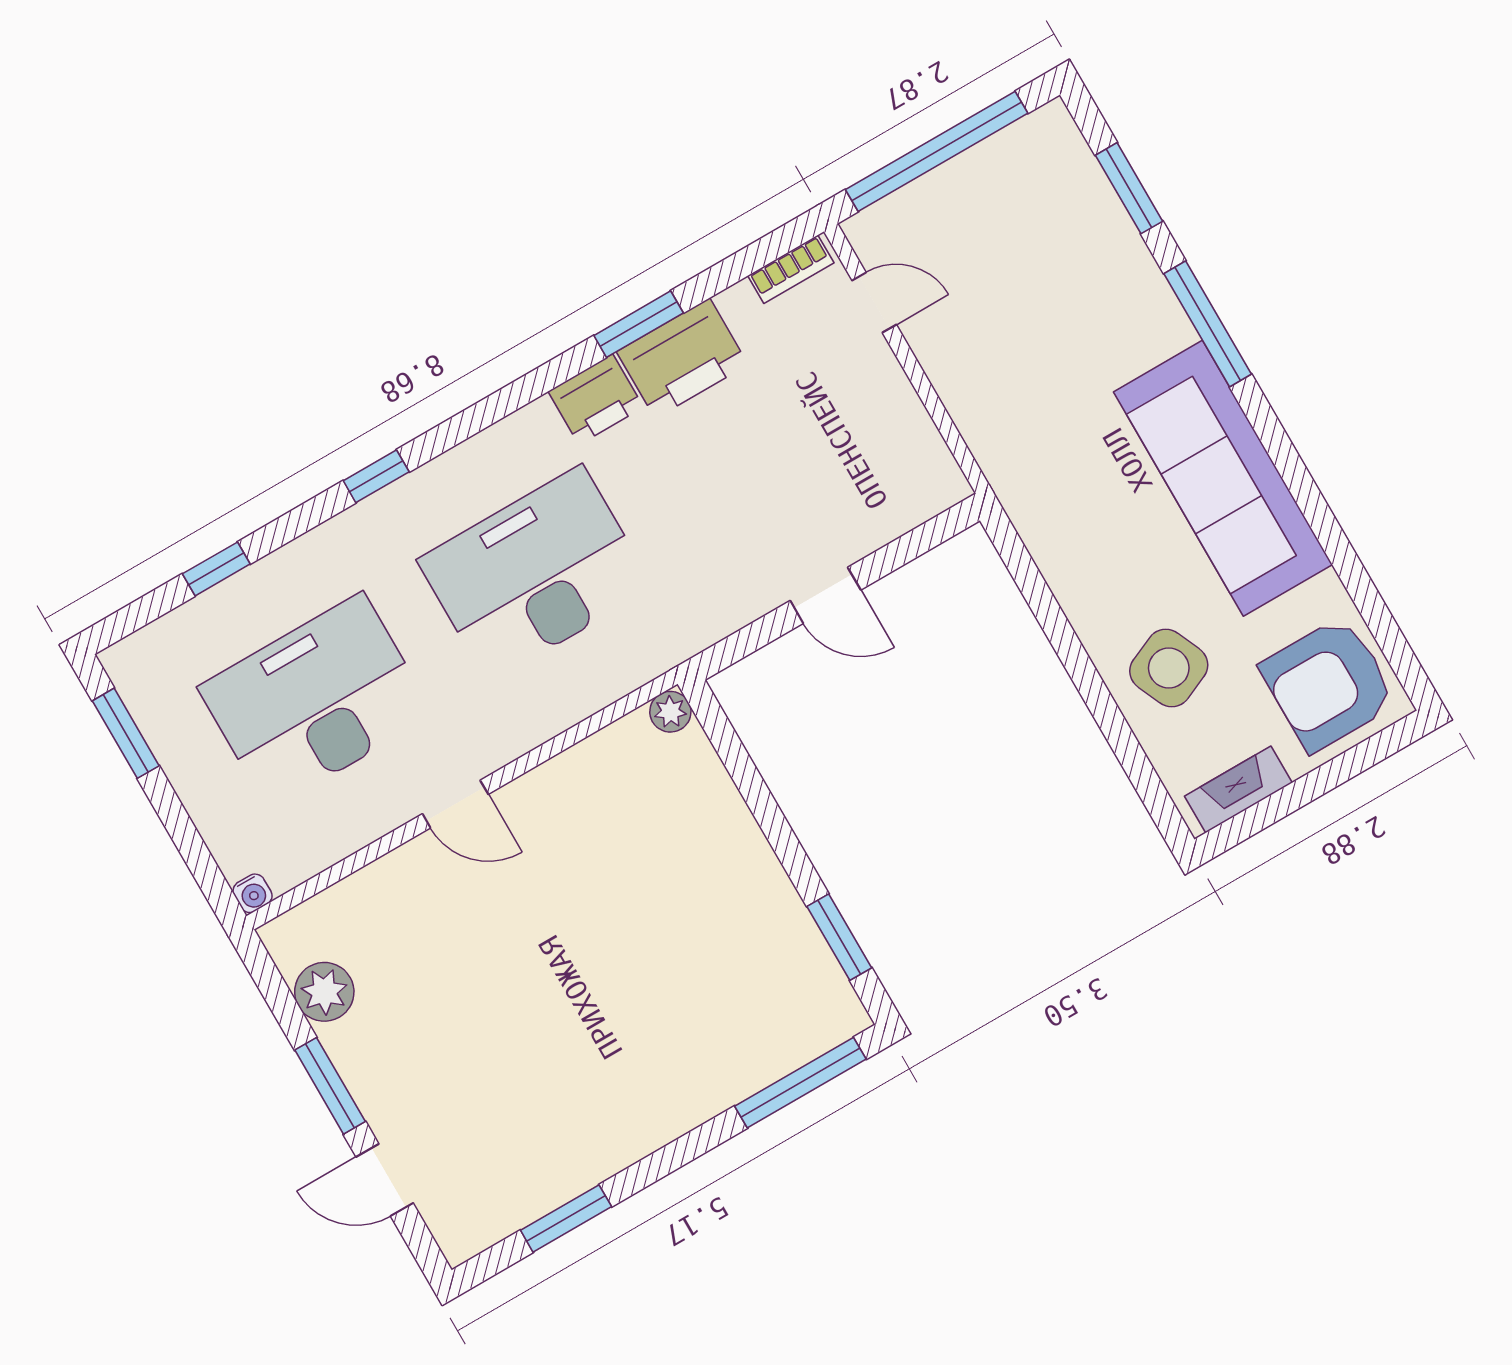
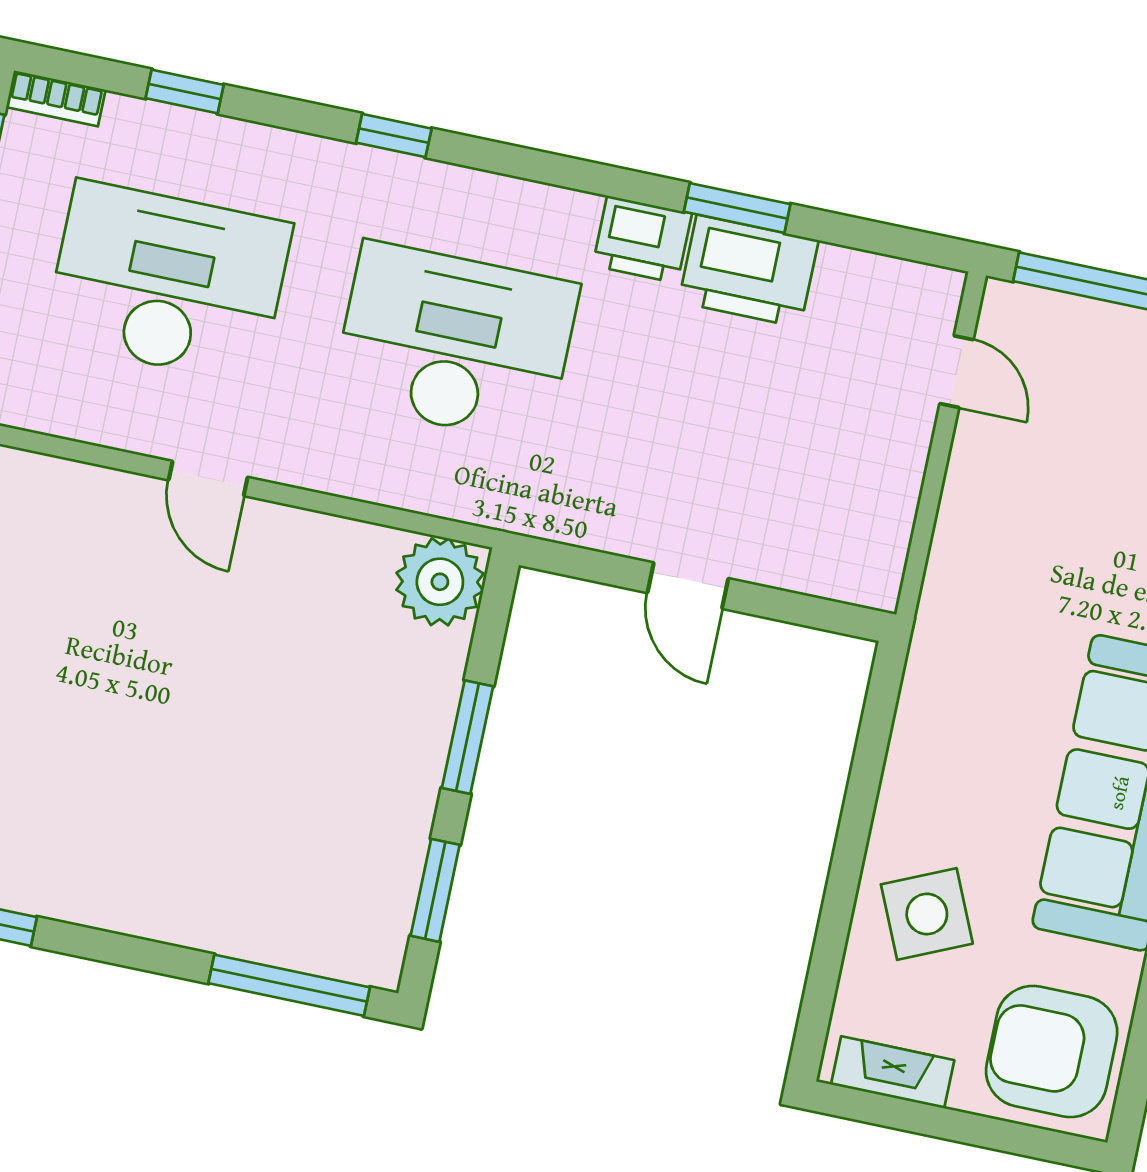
bookcase: (791, 269) -> (56, 98), moved
plant: (670, 712) -> (440, 582), width x1.88, depth x1.88
window: (771, 820) -> (468, 737), added

